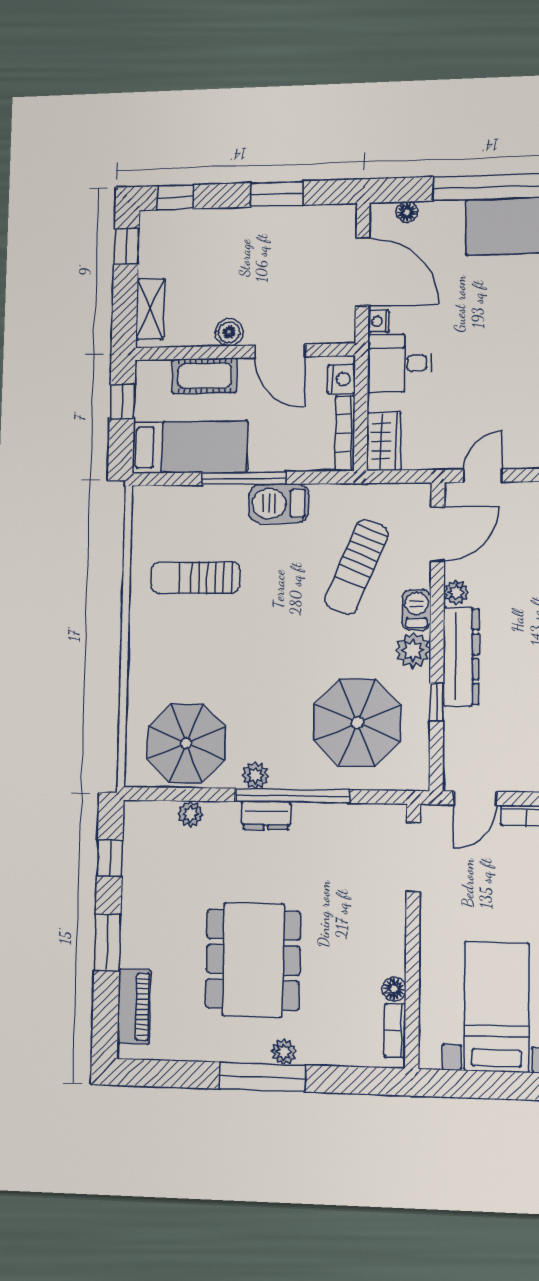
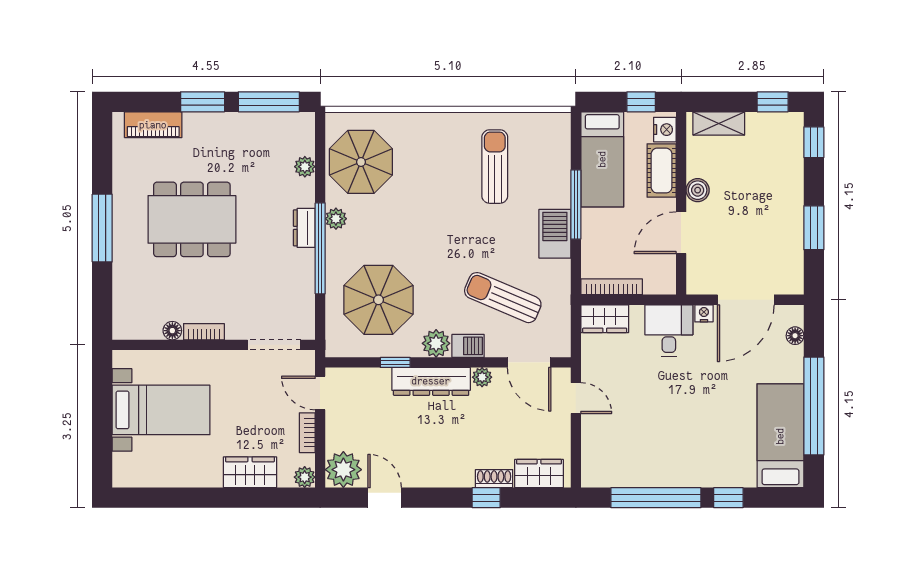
nightstand: (341, 379) -> (665, 130), moved, turned -90
window: (110, 858) -> (269, 102), width x2.17
bookcase: (395, 1031) -> (204, 332), moved
plant: (284, 1052) -> (122, 245), removed

